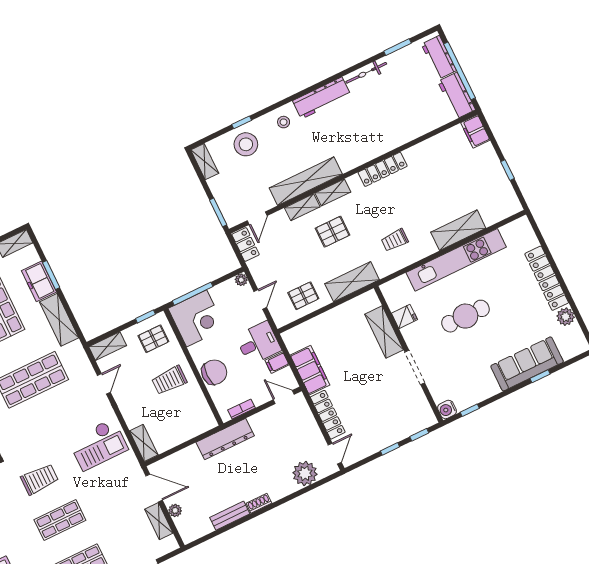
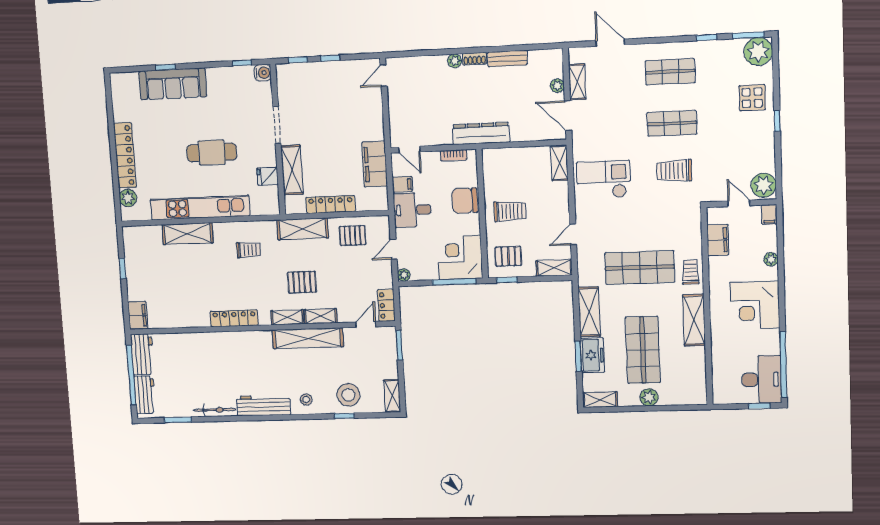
plant: (566, 317) -> (128, 198), moved
locker: (328, 415) -> (331, 204), moved, turned 90
plant: (305, 473) -> (455, 61), moved, width x0.53, depth x0.53

